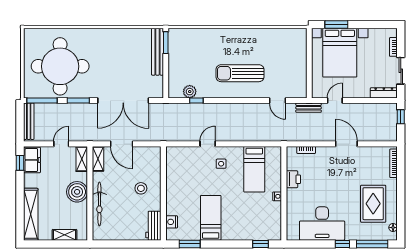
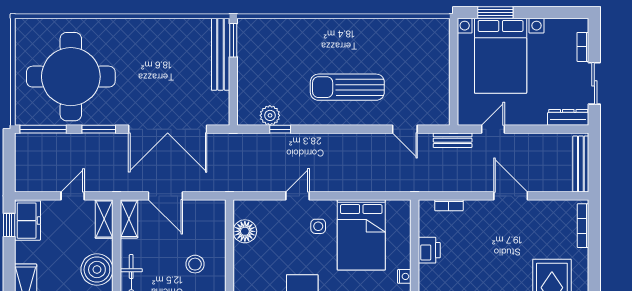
window: (401, 117) -> (594, 154), removed
bench: (29, 121) -> (581, 164), moved
floor lamp: (173, 167) -> (245, 231), added
bed: (254, 169) -> (361, 235), width x1.50

